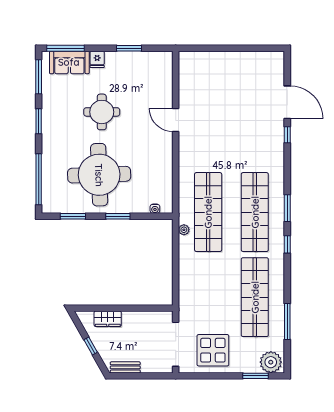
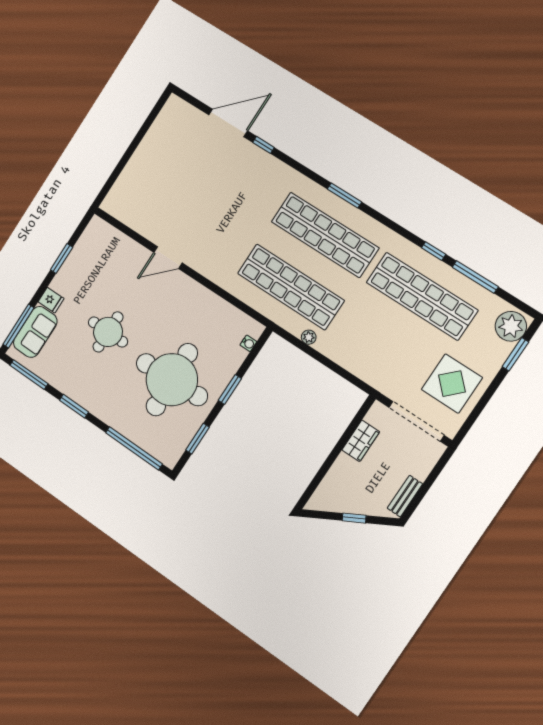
plant: (184, 230) -> (309, 337), moved
window: (287, 244) -> (434, 251), moved
wardrobe: (108, 319) -> (361, 441), moved

